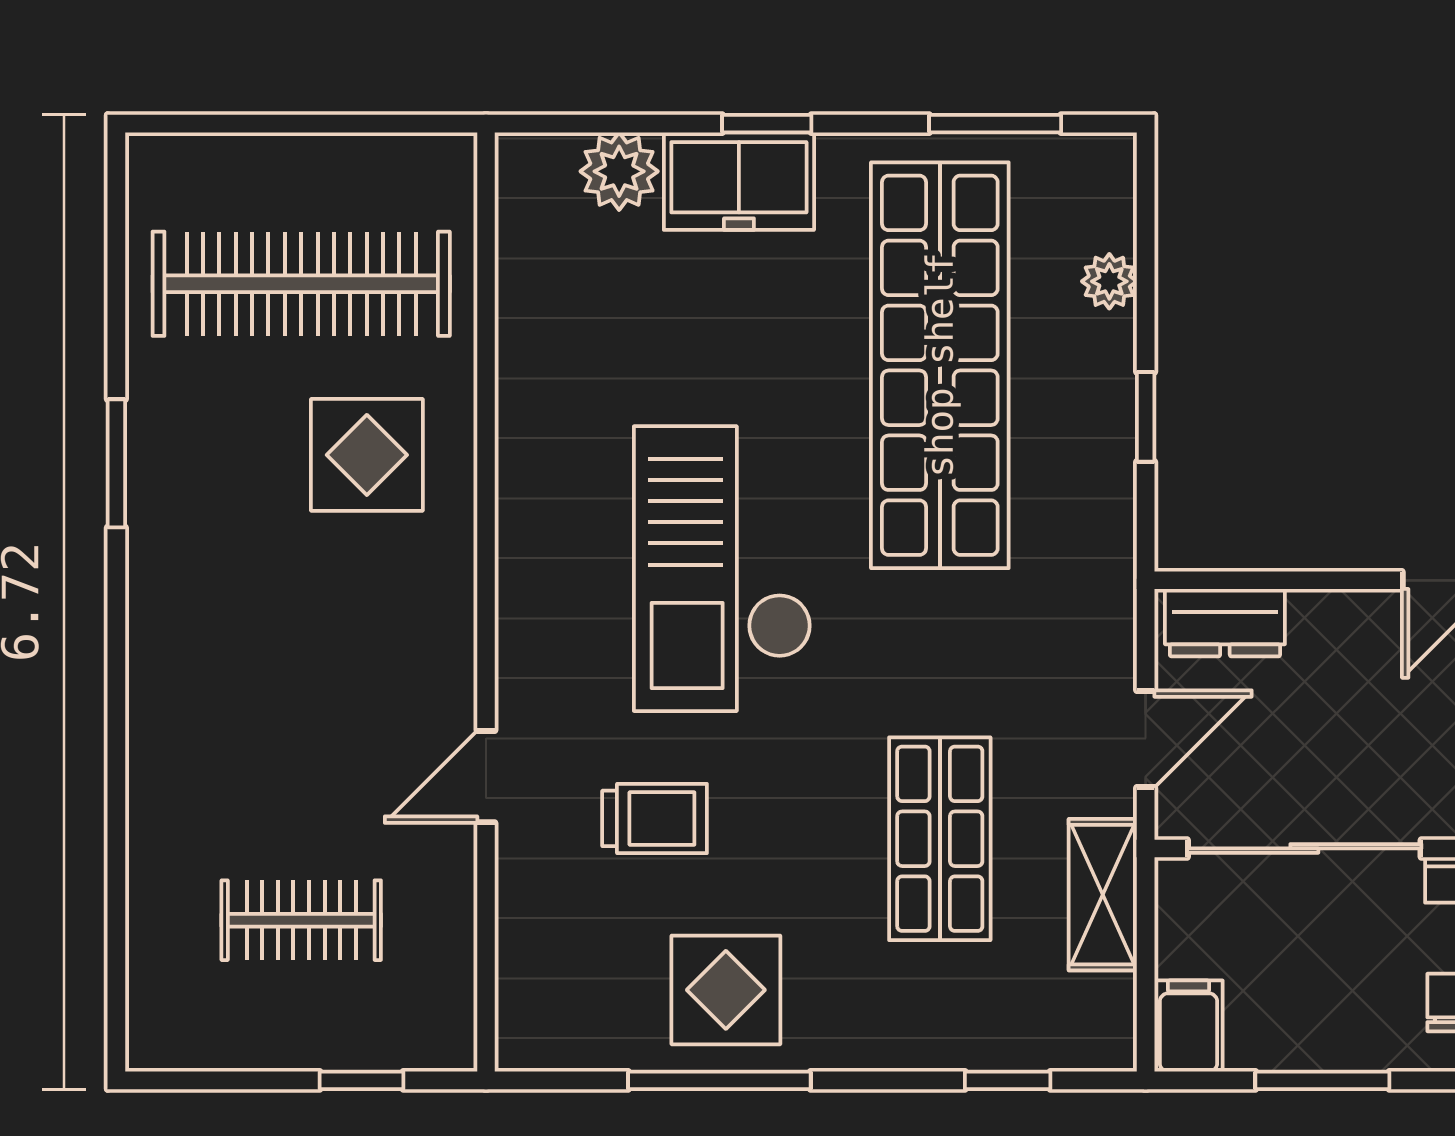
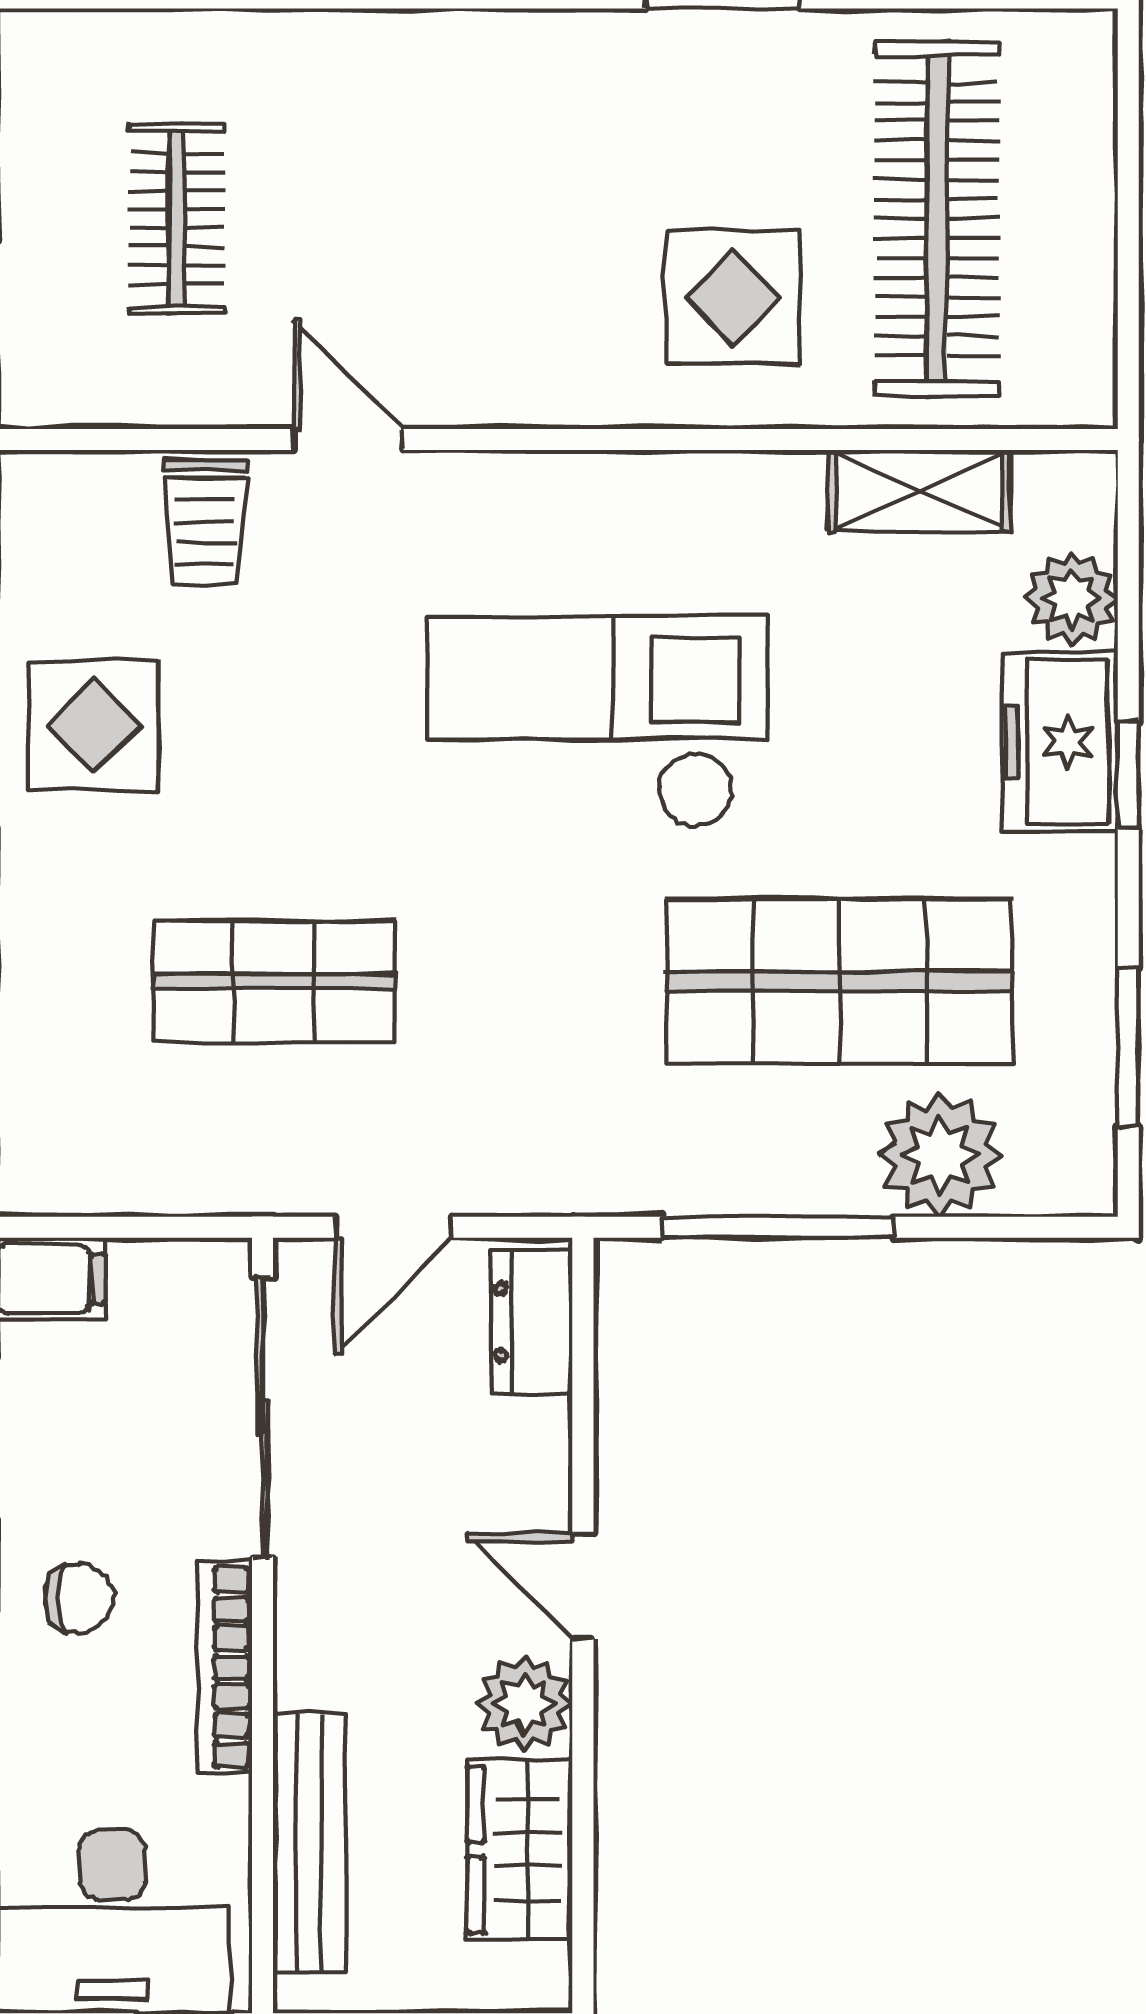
plant: (1109, 281) -> (940, 1155), width x1.87, depth x1.87
shop shelf: (940, 365) -> (840, 982), width x0.71
window: (1146, 417) -> (778, 1227), width x2.17
door: (1146, 739) -> (393, 1227), hinge flipped
trolley: (655, 818) -> (205, 523), moved
shelving: (1103, 895) -> (919, 491), moved

